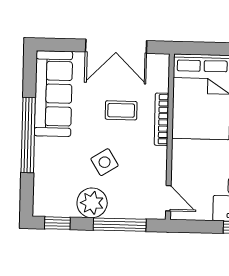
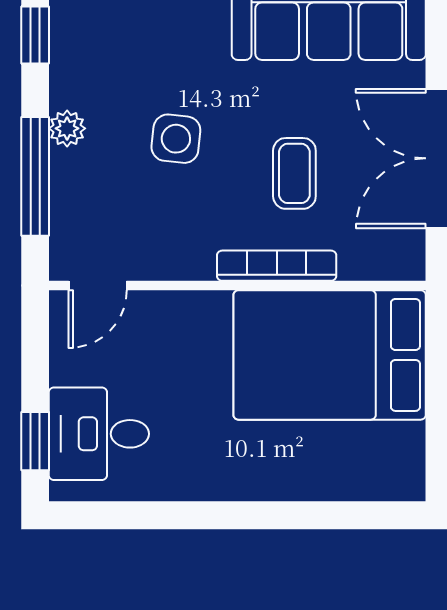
side table: (105, 162) -> (176, 139), turned 38
plant: (92, 203) -> (67, 128), width x0.53, depth x0.53

